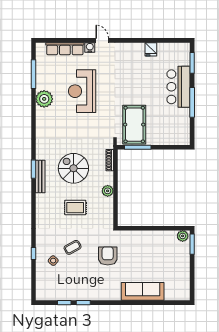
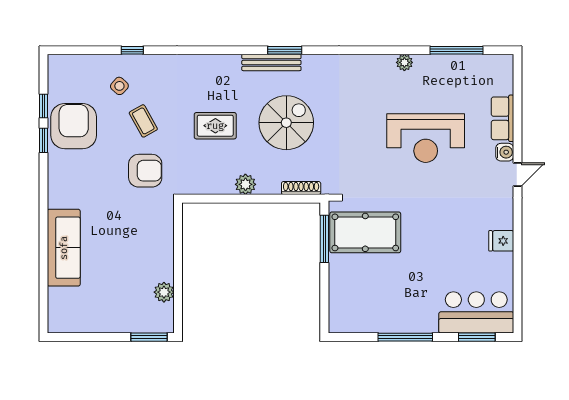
row of seats: (65, 49) -> (502, 118), width x0.68
fridge: (151, 49) -> (501, 241), moved
bar counter: (178, 87) -> (476, 312), moved
reception desk: (82, 91) -> (426, 138), turned 180
plant: (44, 99) -> (404, 62), width x0.53, depth x0.53
rug: (75, 208) -> (215, 126), turned 90
plant: (183, 236) -> (164, 292), moved
armchair: (108, 256) -> (145, 171), moved
armchair: (75, 286) -> (74, 126), added

